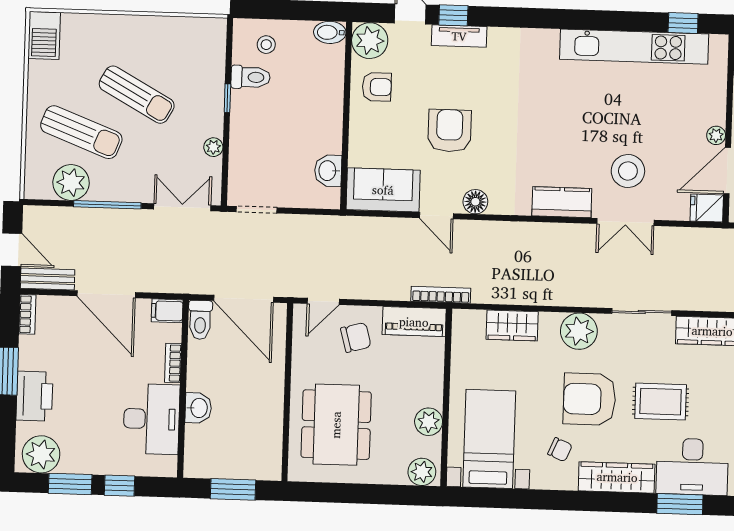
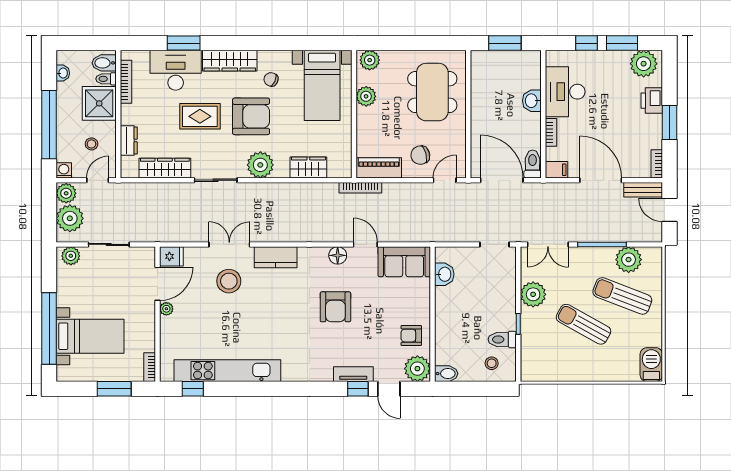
armchair: (450, 131) -> (335, 307), moved
plant: (213, 147) -> (533, 294), width x1.88, depth x1.88
printer: (34, 396) -> (652, 101), width x0.73, depth x0.84

